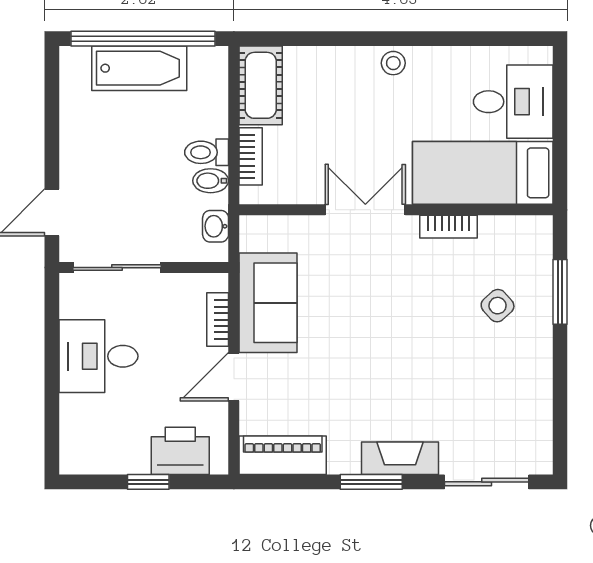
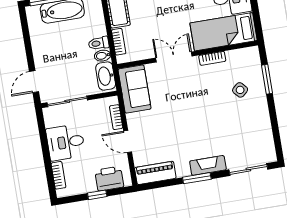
washbasin: (216, 226) -> (106, 76), width x1.91, depth x1.45
sofa: (268, 303) -> (135, 89), moved
door: (234, 377) -> (128, 141), hinge flipped
bookcase: (71, 425) -> (58, 175), added

